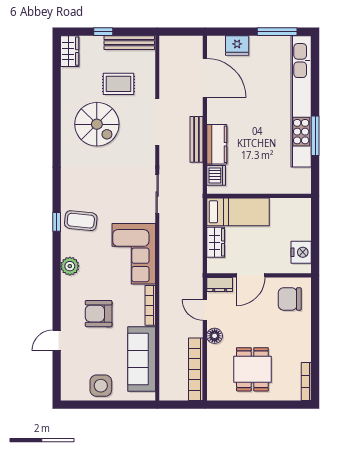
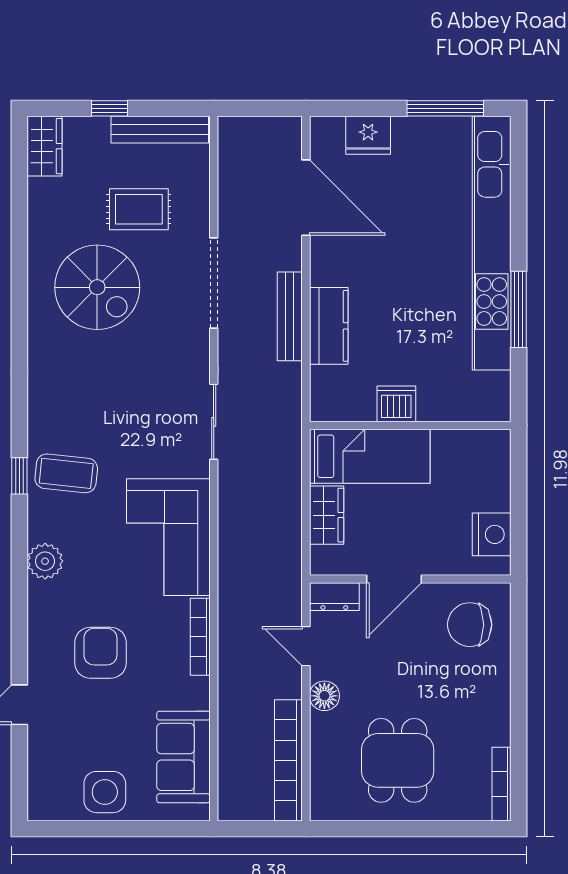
dishwasher: (216, 175) -> (396, 404), moved, turned -90
armchair: (99, 314) -> (100, 653), turned 90
sofa: (142, 359) -> (183, 757), width x0.73

